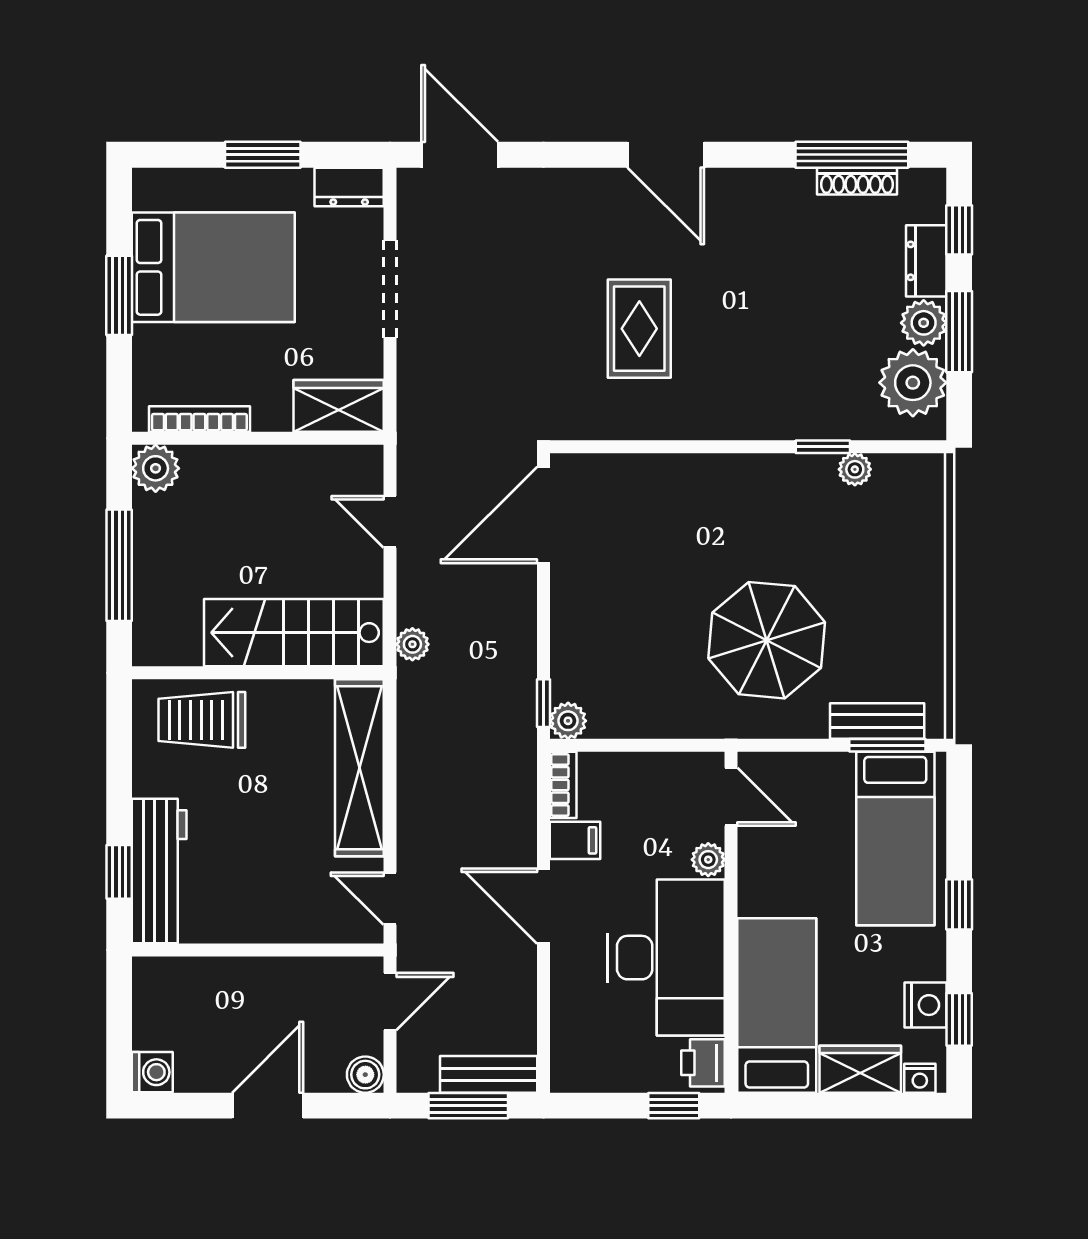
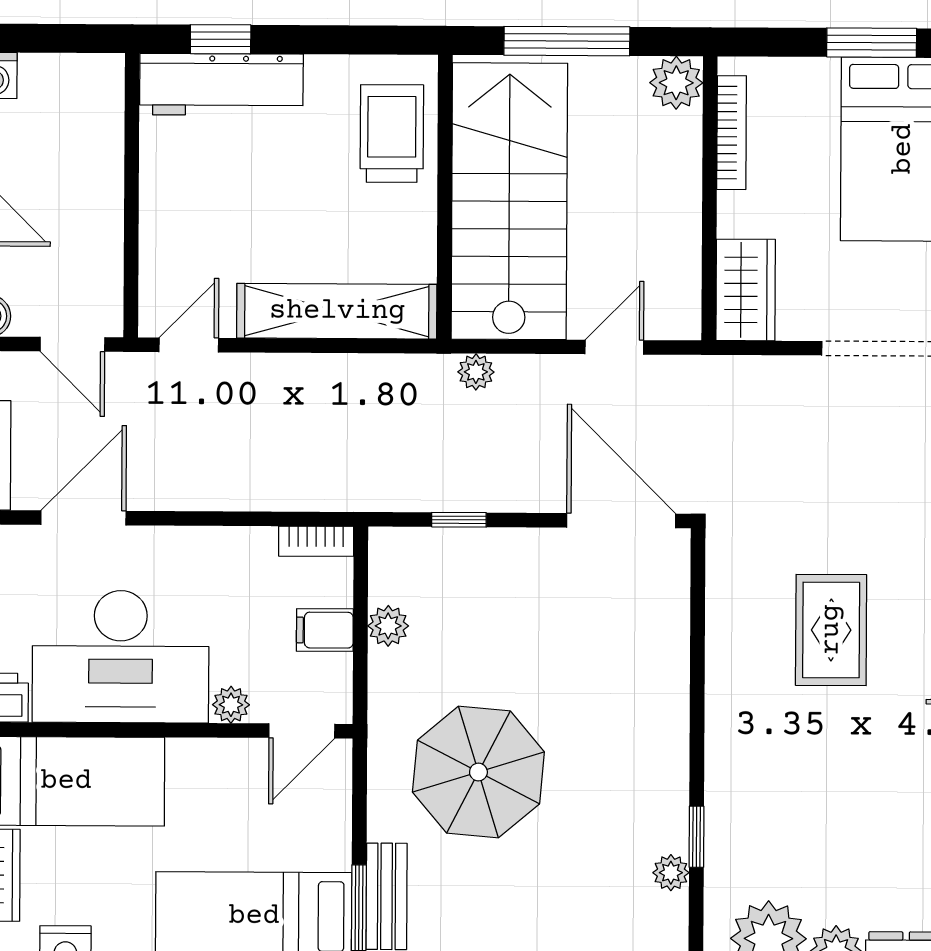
rug: (639, 329) -> (831, 630), turned 90
stairs: (294, 633) -> (509, 201), width x1.36, depth x1.51
window: (543, 703) -> (459, 520), moved
plant: (568, 721) -> (388, 626), moved
filing cabinet: (575, 840) -> (325, 630), moved, turned 90
door: (543, 906) -> (83, 518), moved

